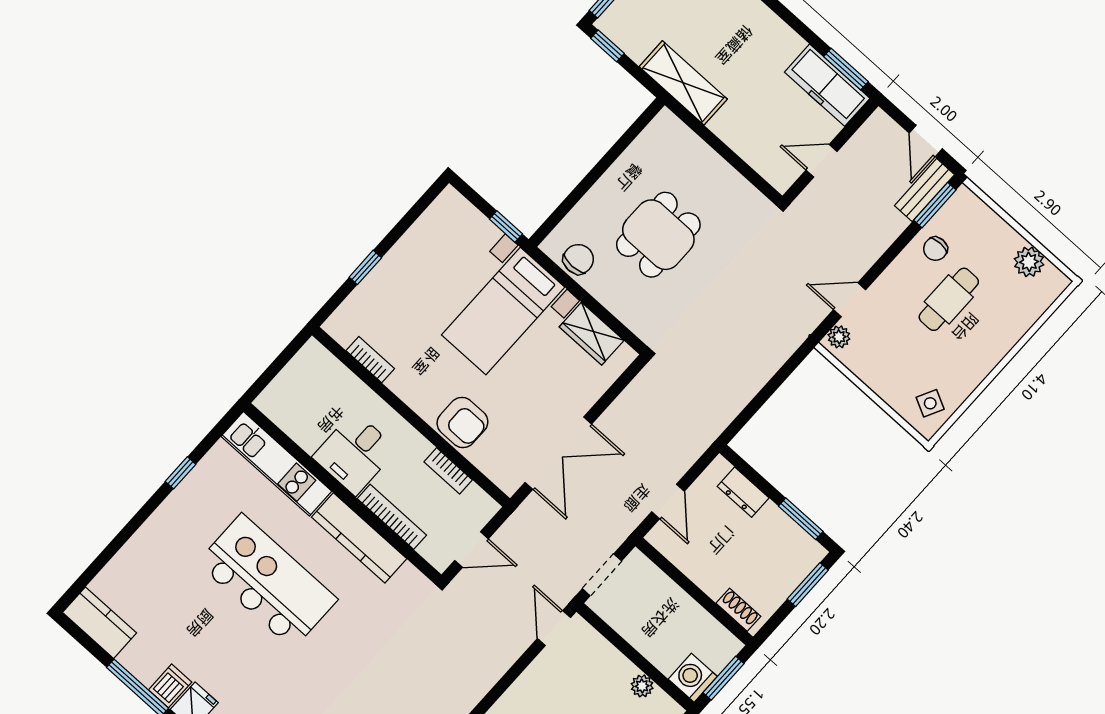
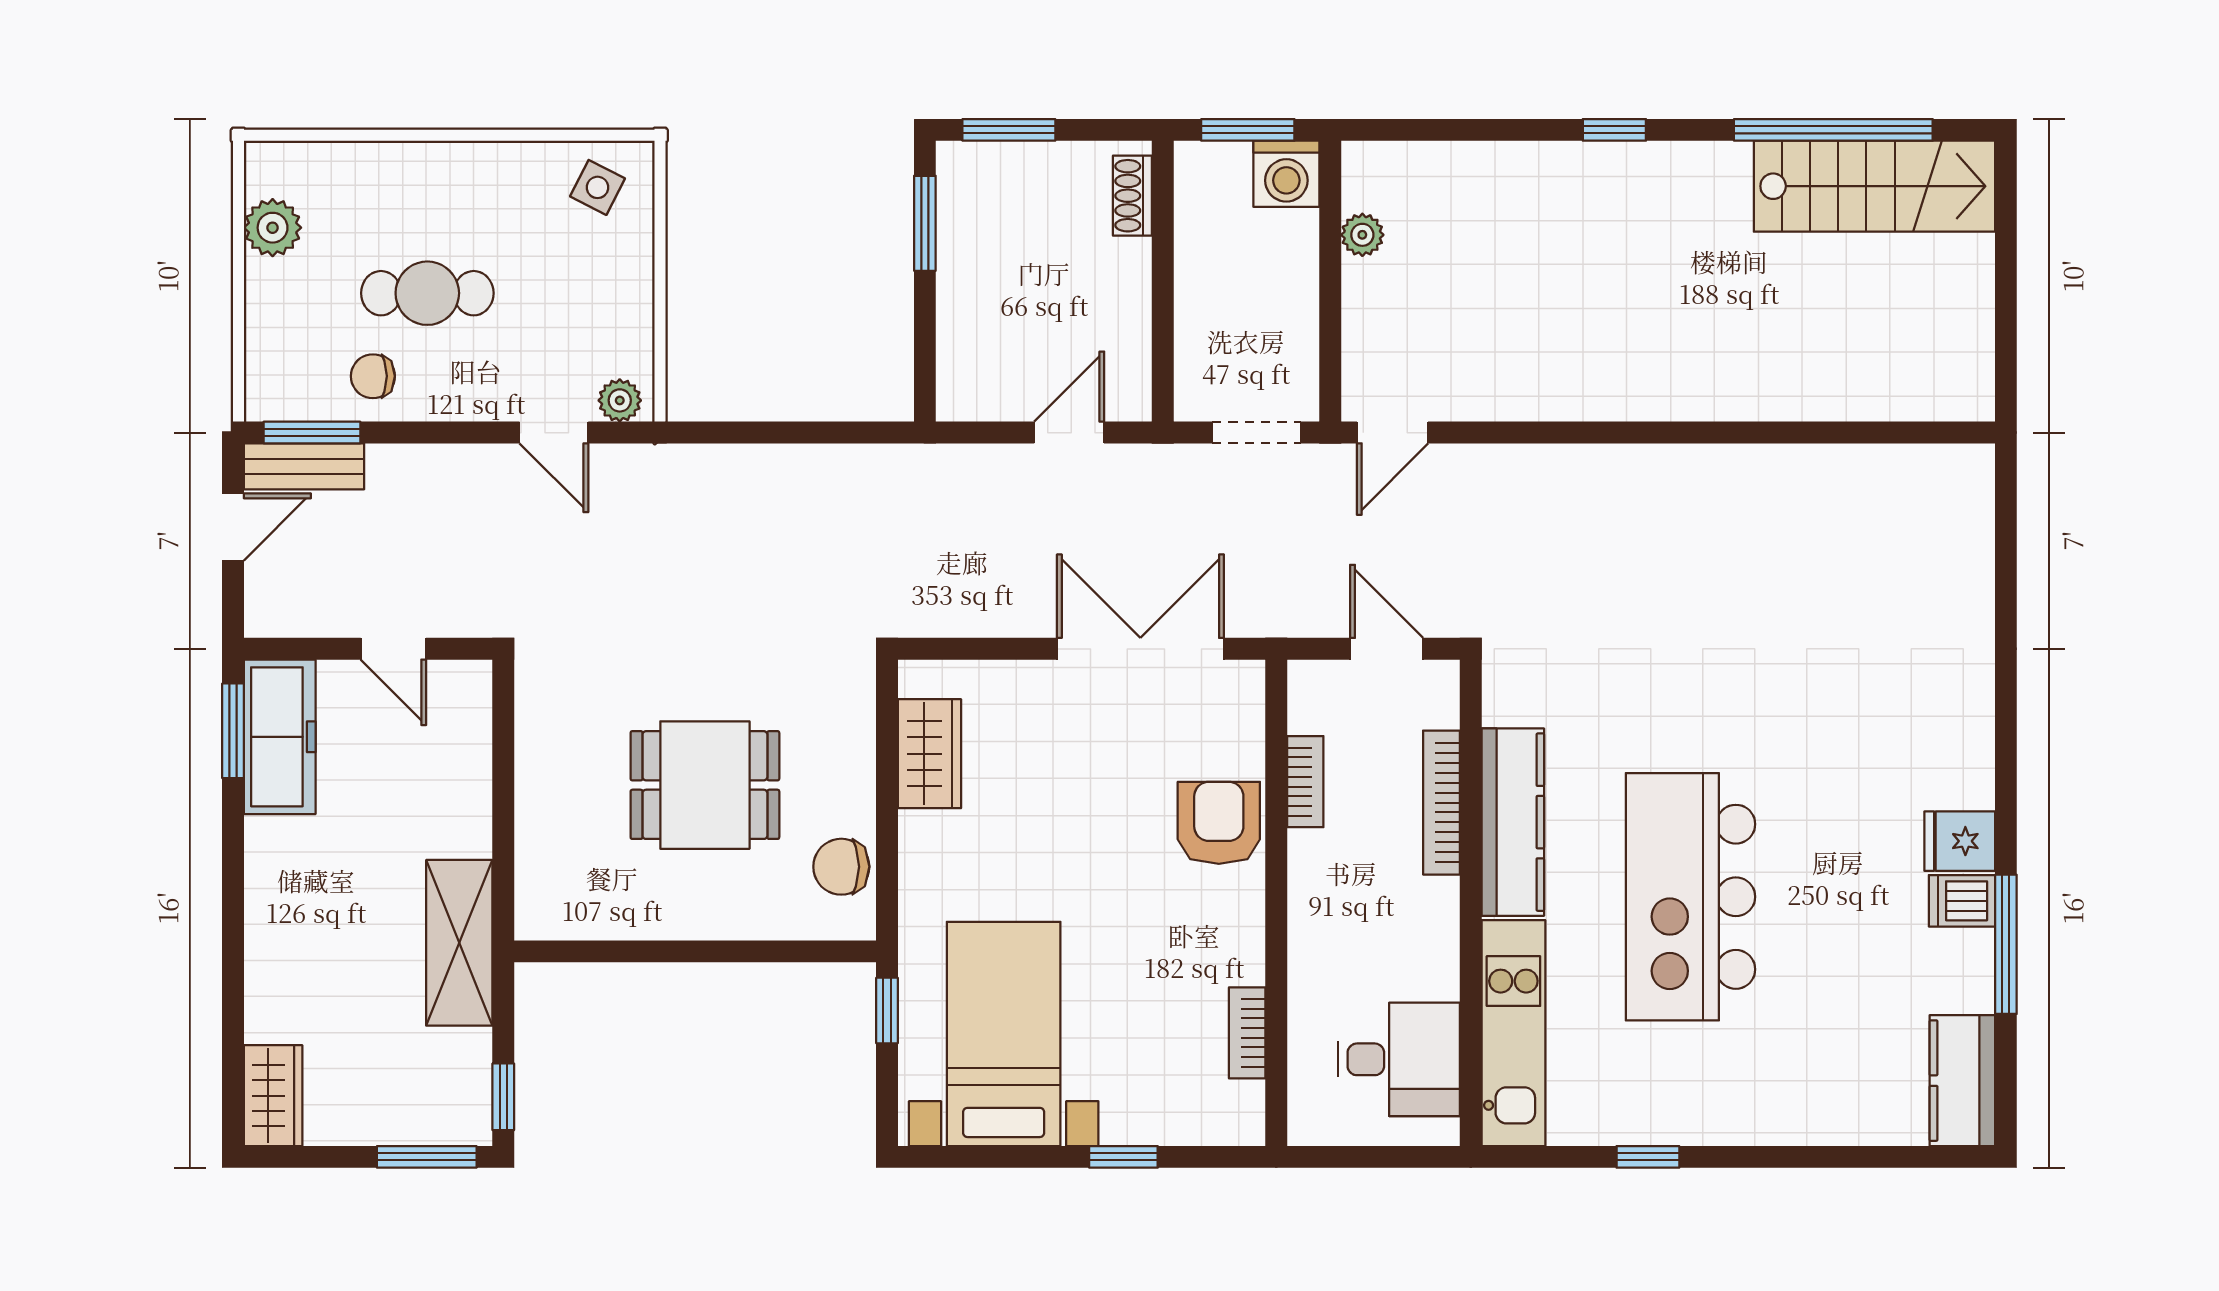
chair: (935, 249) -> (373, 376), turned 180
bed with nightstands: (503, 311) -> (1004, 1034), moved, turned -90
desk: (355, 453) -> (1399, 1059), moved
dresser: (743, 492) -> (961, 338), removed

